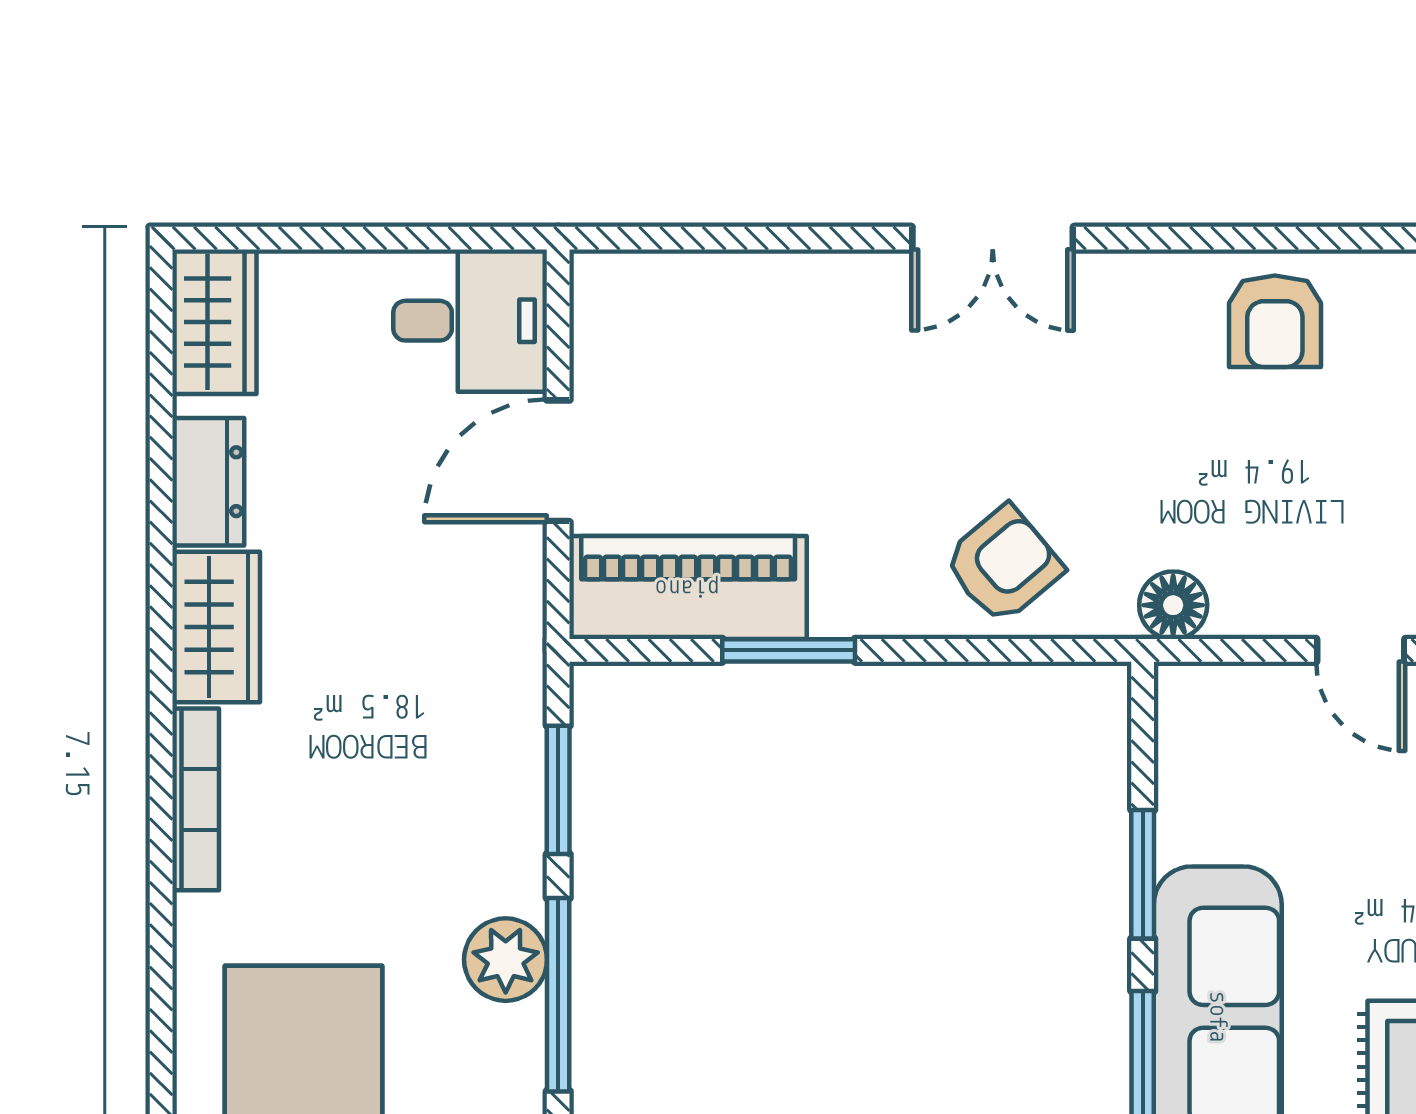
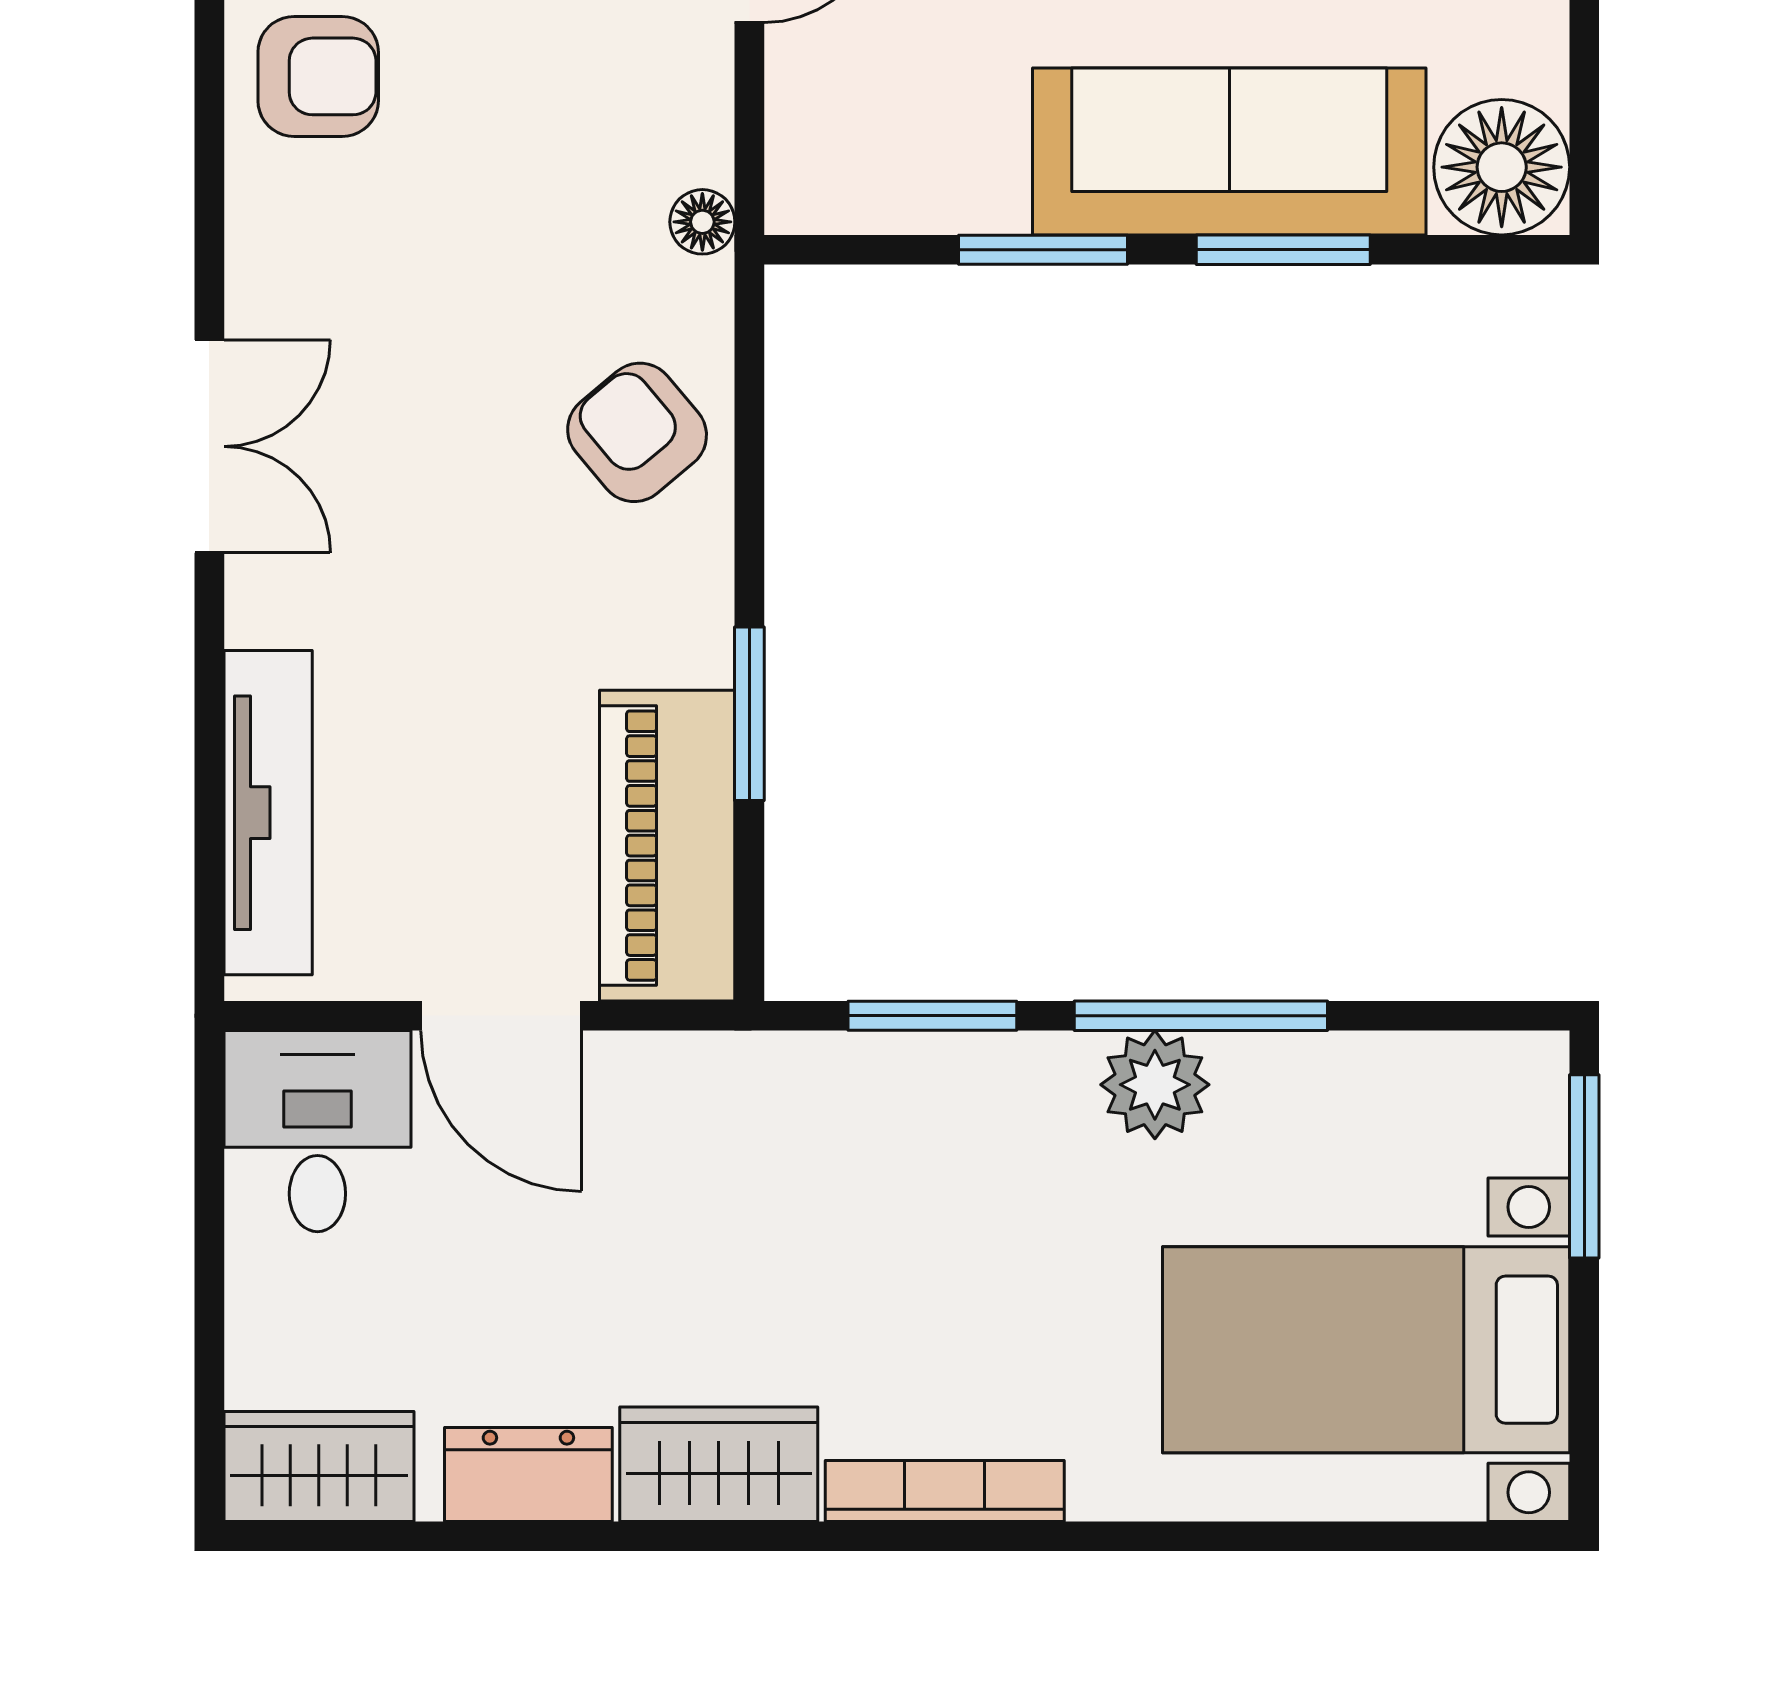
tv unit: (713, 283) -> (268, 813), added
floor lamp: (1173, 605) -> (702, 222), width x0.73, depth x0.73

